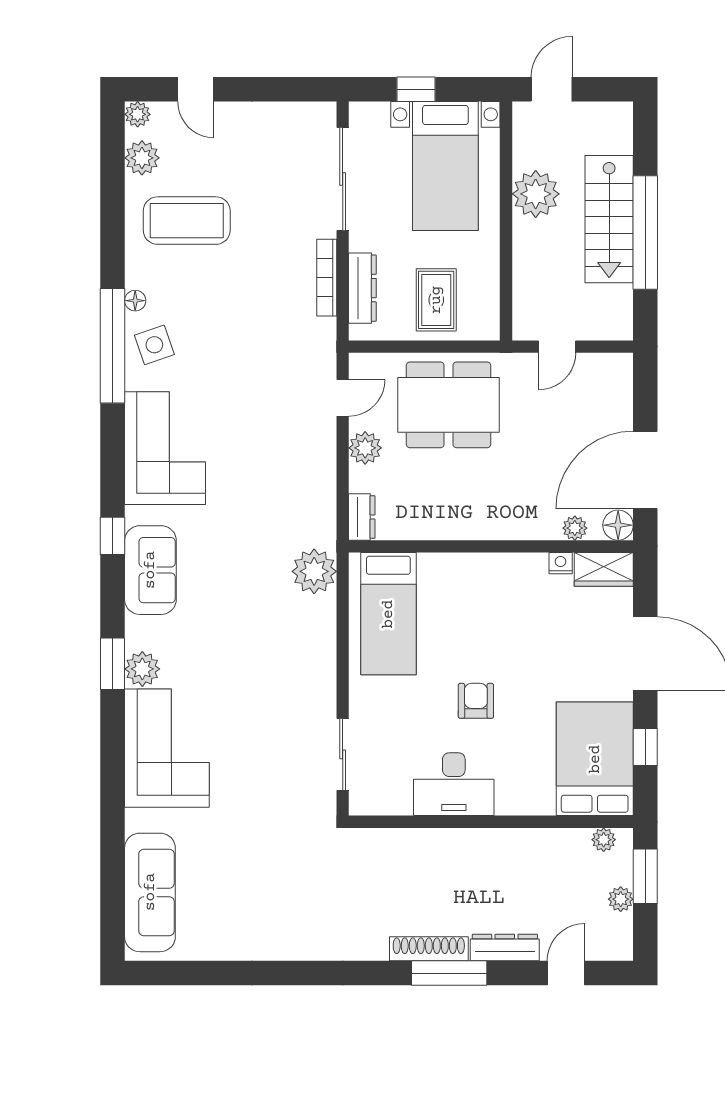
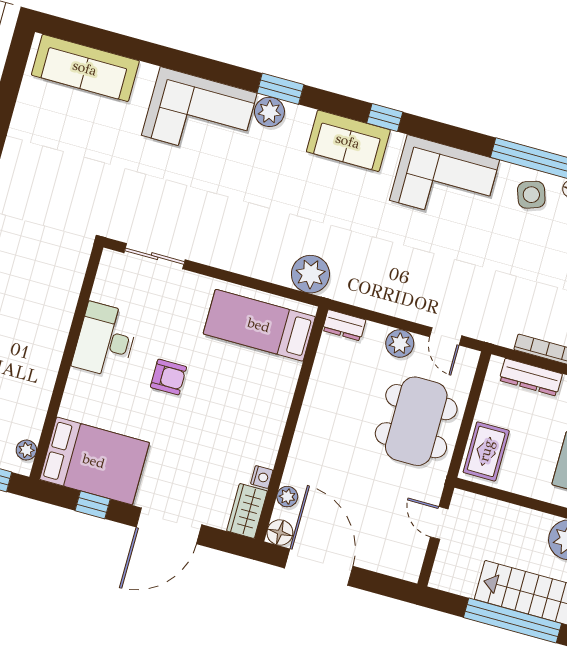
rug: (436, 300) -> (486, 451), moved, turned 90

